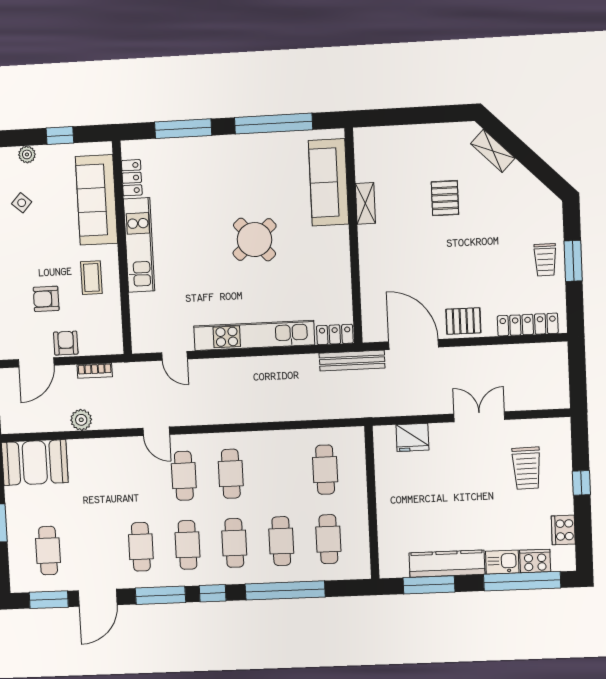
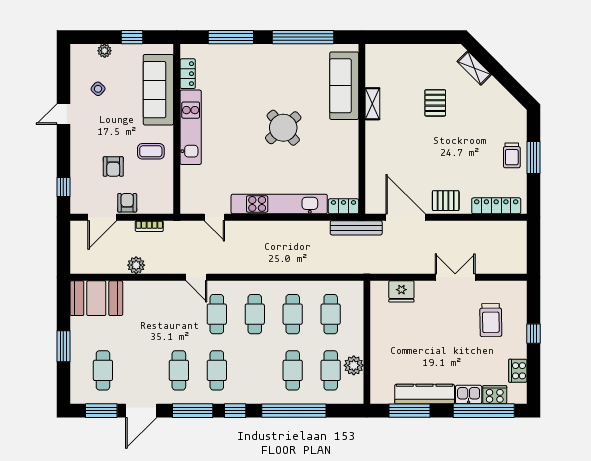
coffee table: (91, 278) -> (151, 151), turned 90
armchair: (46, 299) -> (113, 167), turned -90
plant: (357, 532) -> (354, 365), added
cafe table: (234, 543) -> (293, 314), moved

